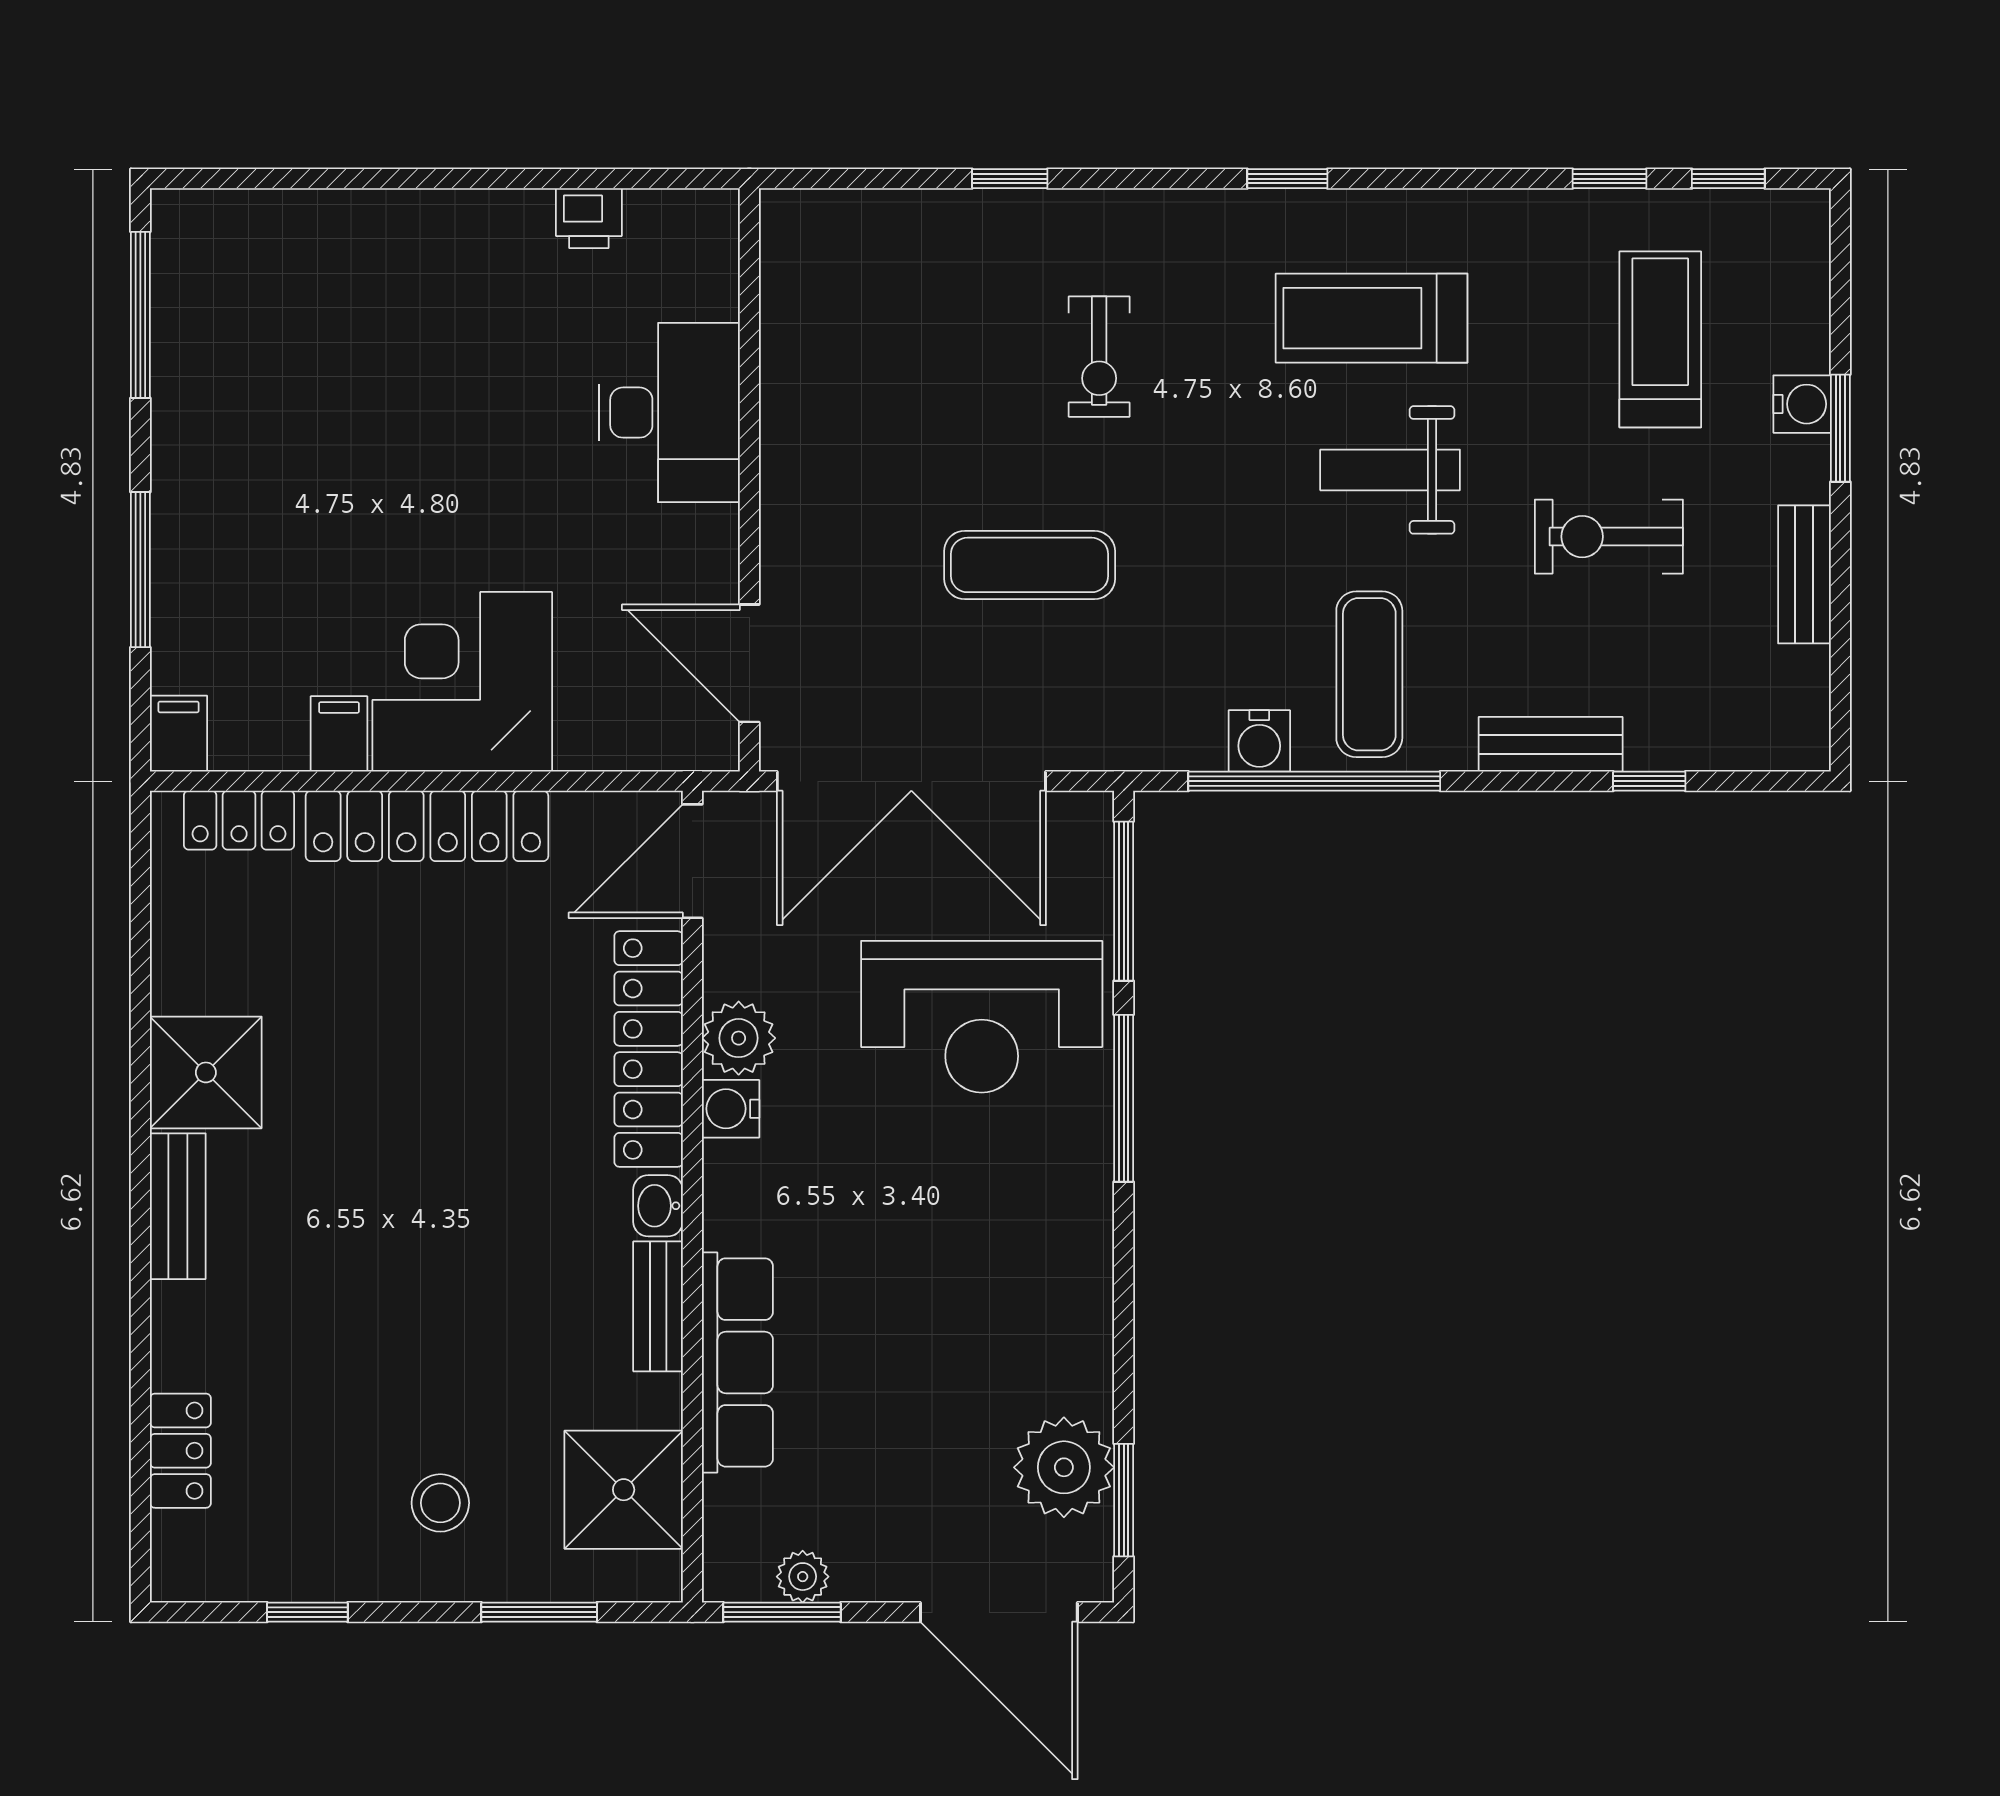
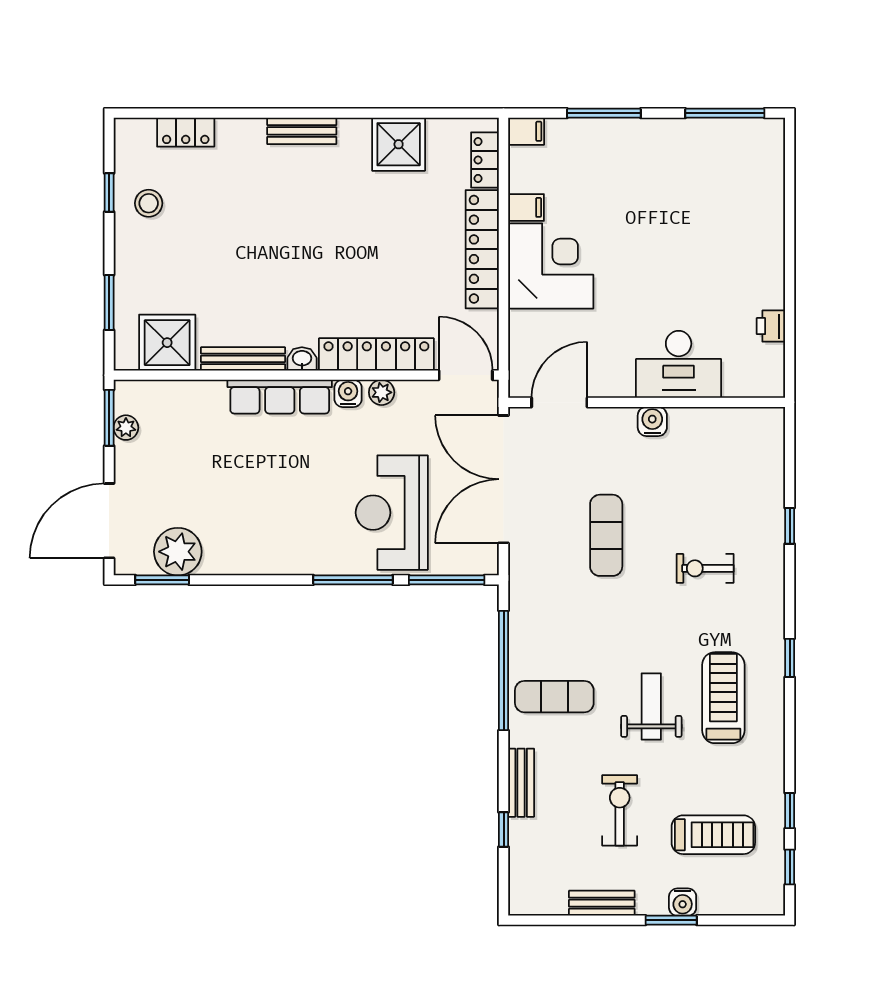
water cooler: (1259, 741) -> (652, 421), moved, turned 90
plant: (739, 1038) -> (382, 392), width x0.73, depth x0.73
shower: (206, 1072) -> (399, 144), moved
bench: (658, 1306) -> (243, 359), width x1.36
row of seats: (737, 1362) -> (280, 397), moved
stool: (440, 1503) -> (149, 203), moved

